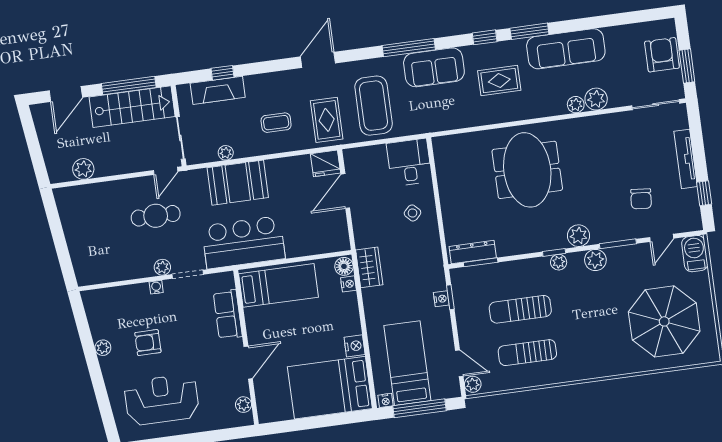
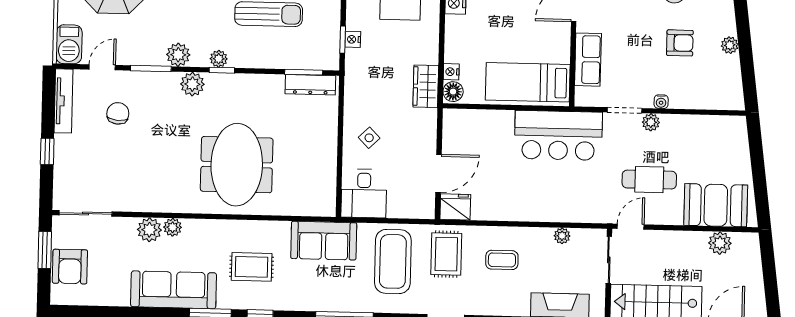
sofa: (434, 67) -> (324, 241), moved, turned 180
tv unit: (686, 159) -> (64, 101), moved
booth: (238, 183) -> (716, 205), moved
window: (704, 193) -> (47, 151), moved

